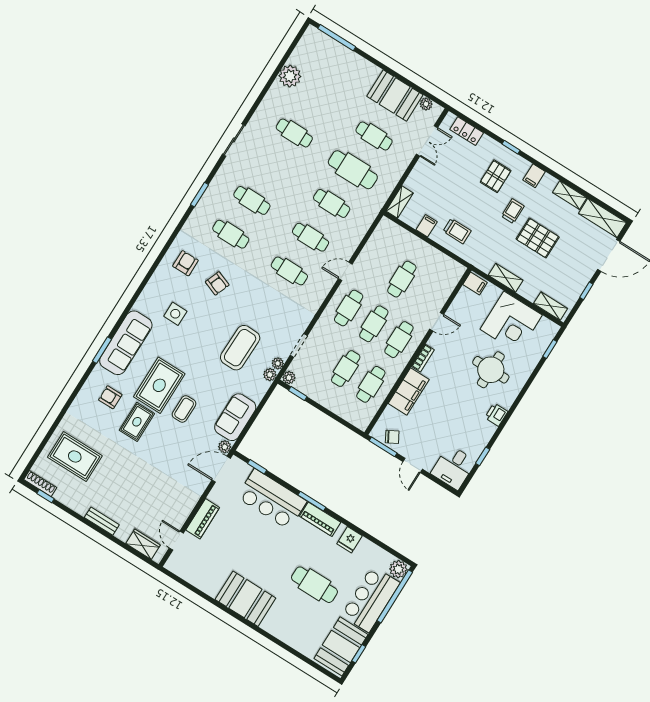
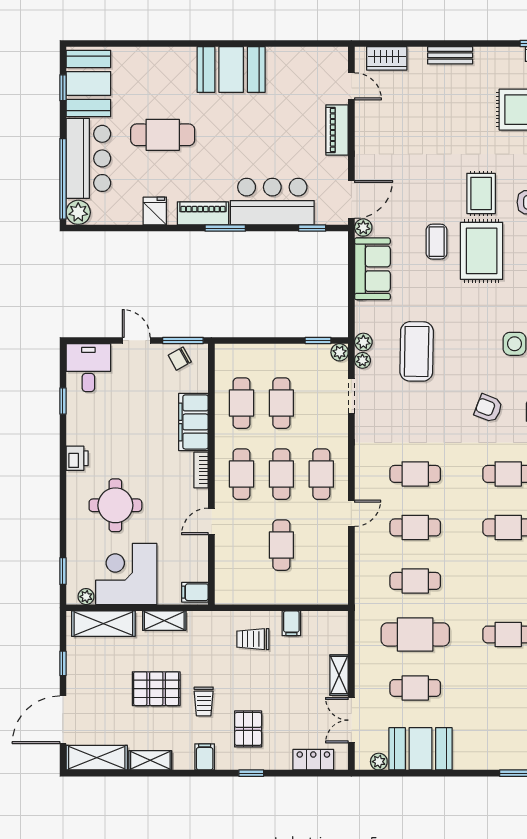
shelving: (400, 202) -> (339, 675), moved
shelving: (551, 306) -> (103, 624), width x1.50, depth x1.33
plant: (545, 324) -> (86, 597), added

